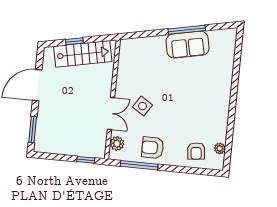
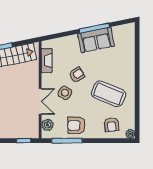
fireplace: (124, 64) -> (47, 61), added
armchair: (159, 85) -> (77, 75), added
coffee table: (196, 113) -> (108, 94), added
plant: (220, 148) -> (130, 134), moved

